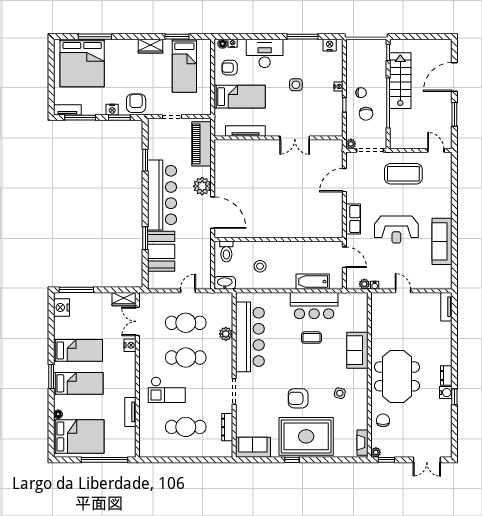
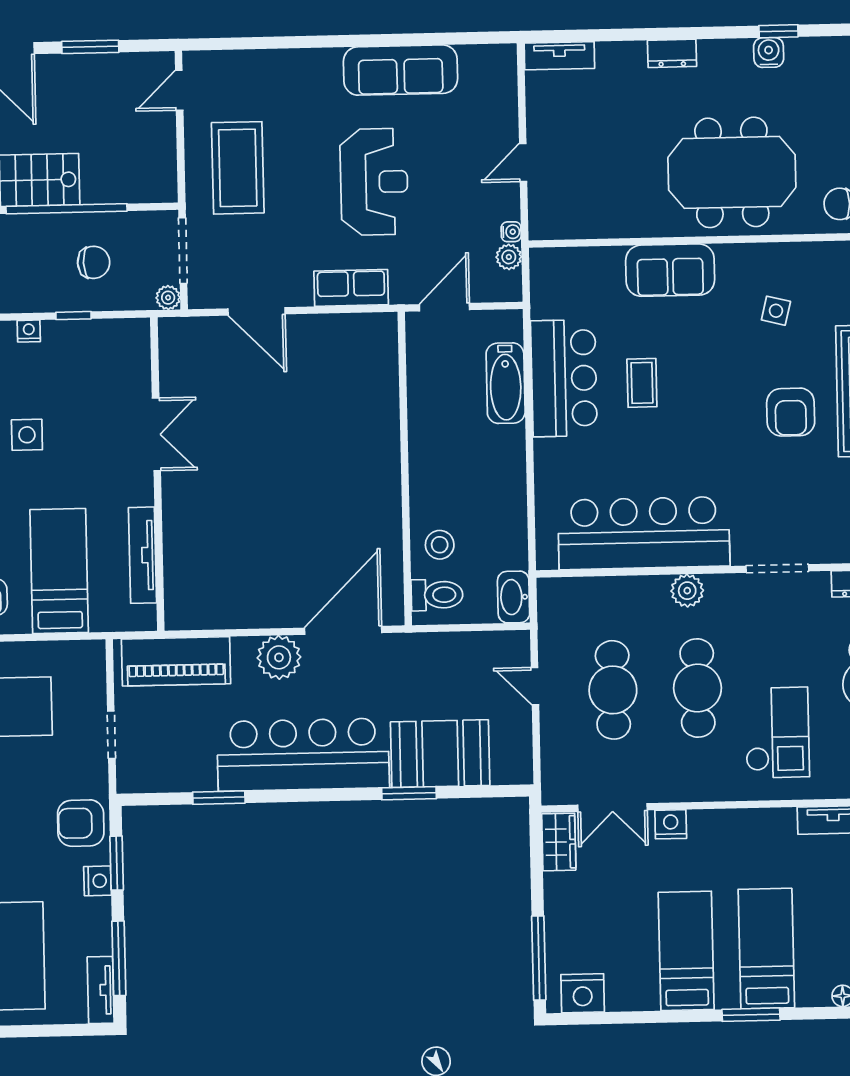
chair: (361, 93) -> (42, 276), removed
stool: (260, 266) -> (440, 545), moved
plant: (226, 334) -> (687, 591), moved
dresser: (446, 376) -> (672, 53), moved

